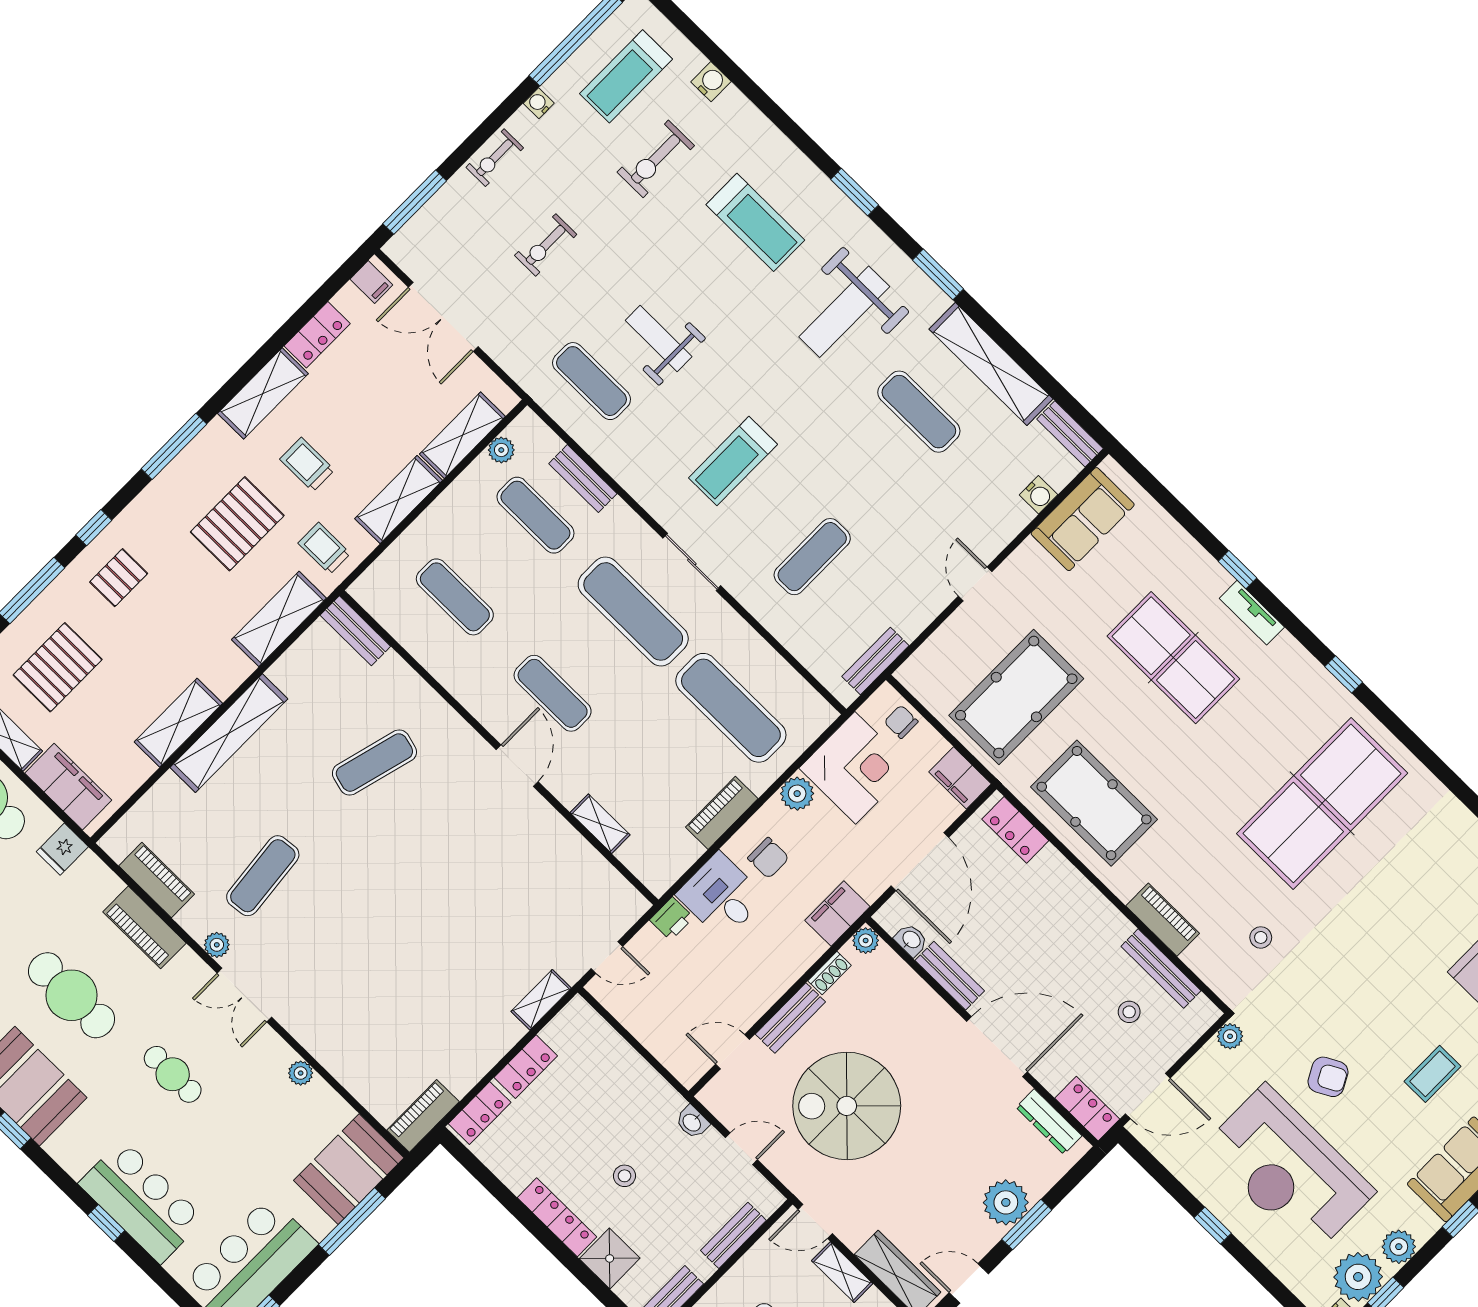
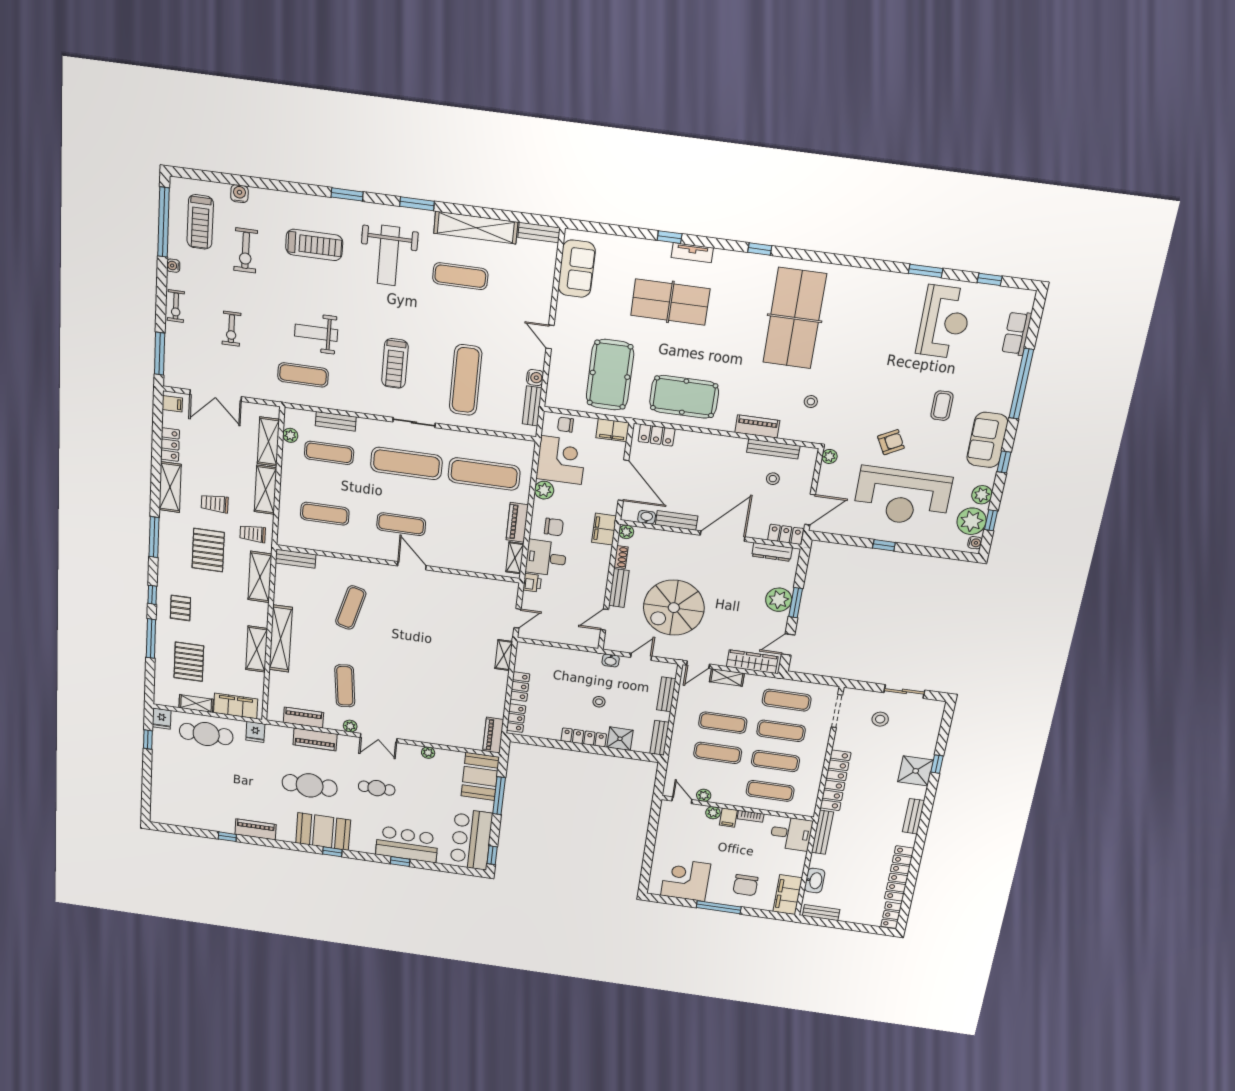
water cooler: (1039, 495) -> (535, 378), moved
exercise mat: (812, 557) -> (466, 380), width x1.36, depth x1.45
shelving: (600, 824) -> (515, 558), moved, turned 90

